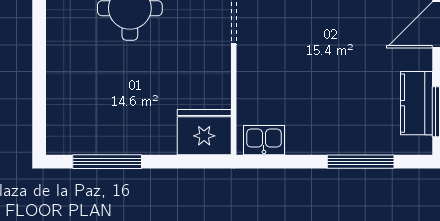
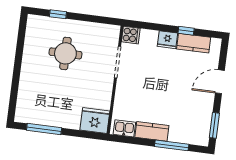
kitchen counter: (417, 103) -> (152, 131), moved, turned 90

